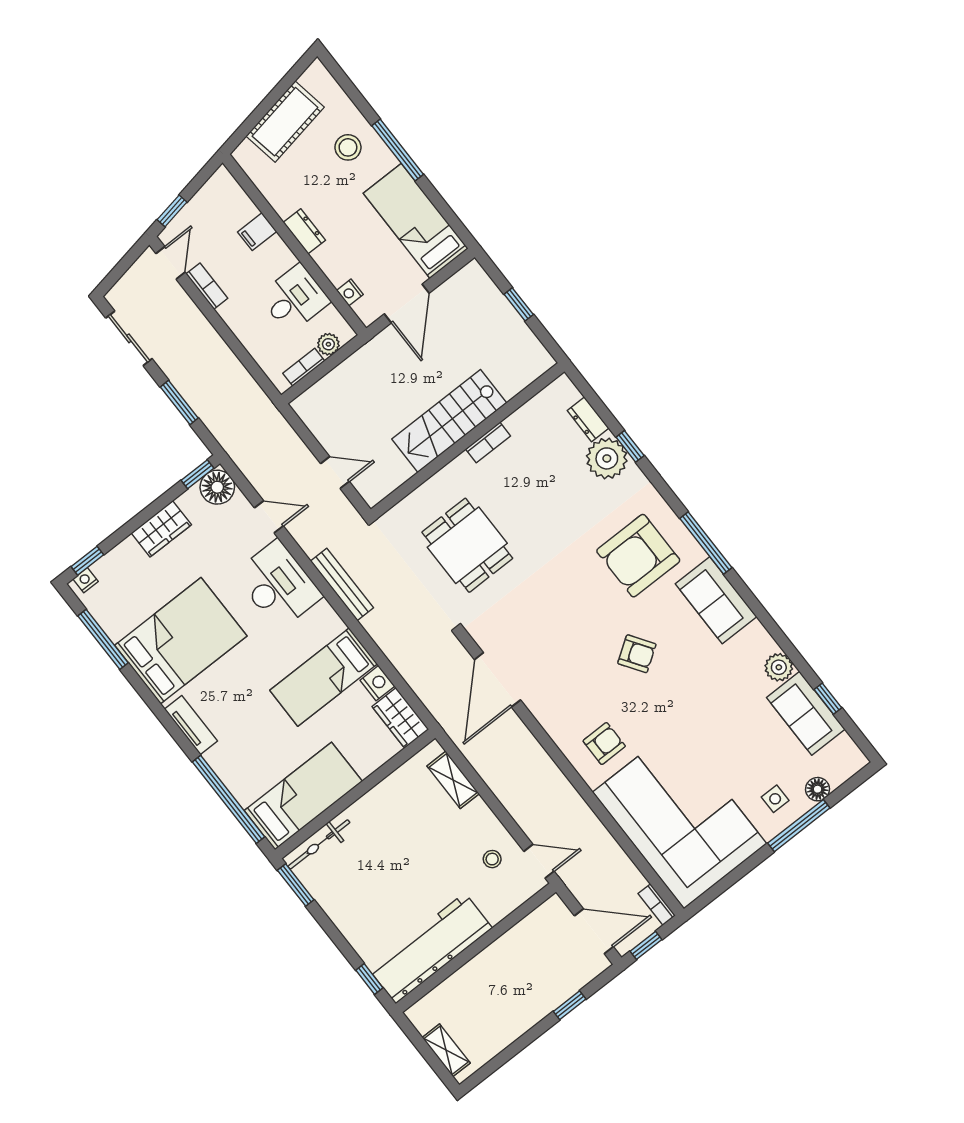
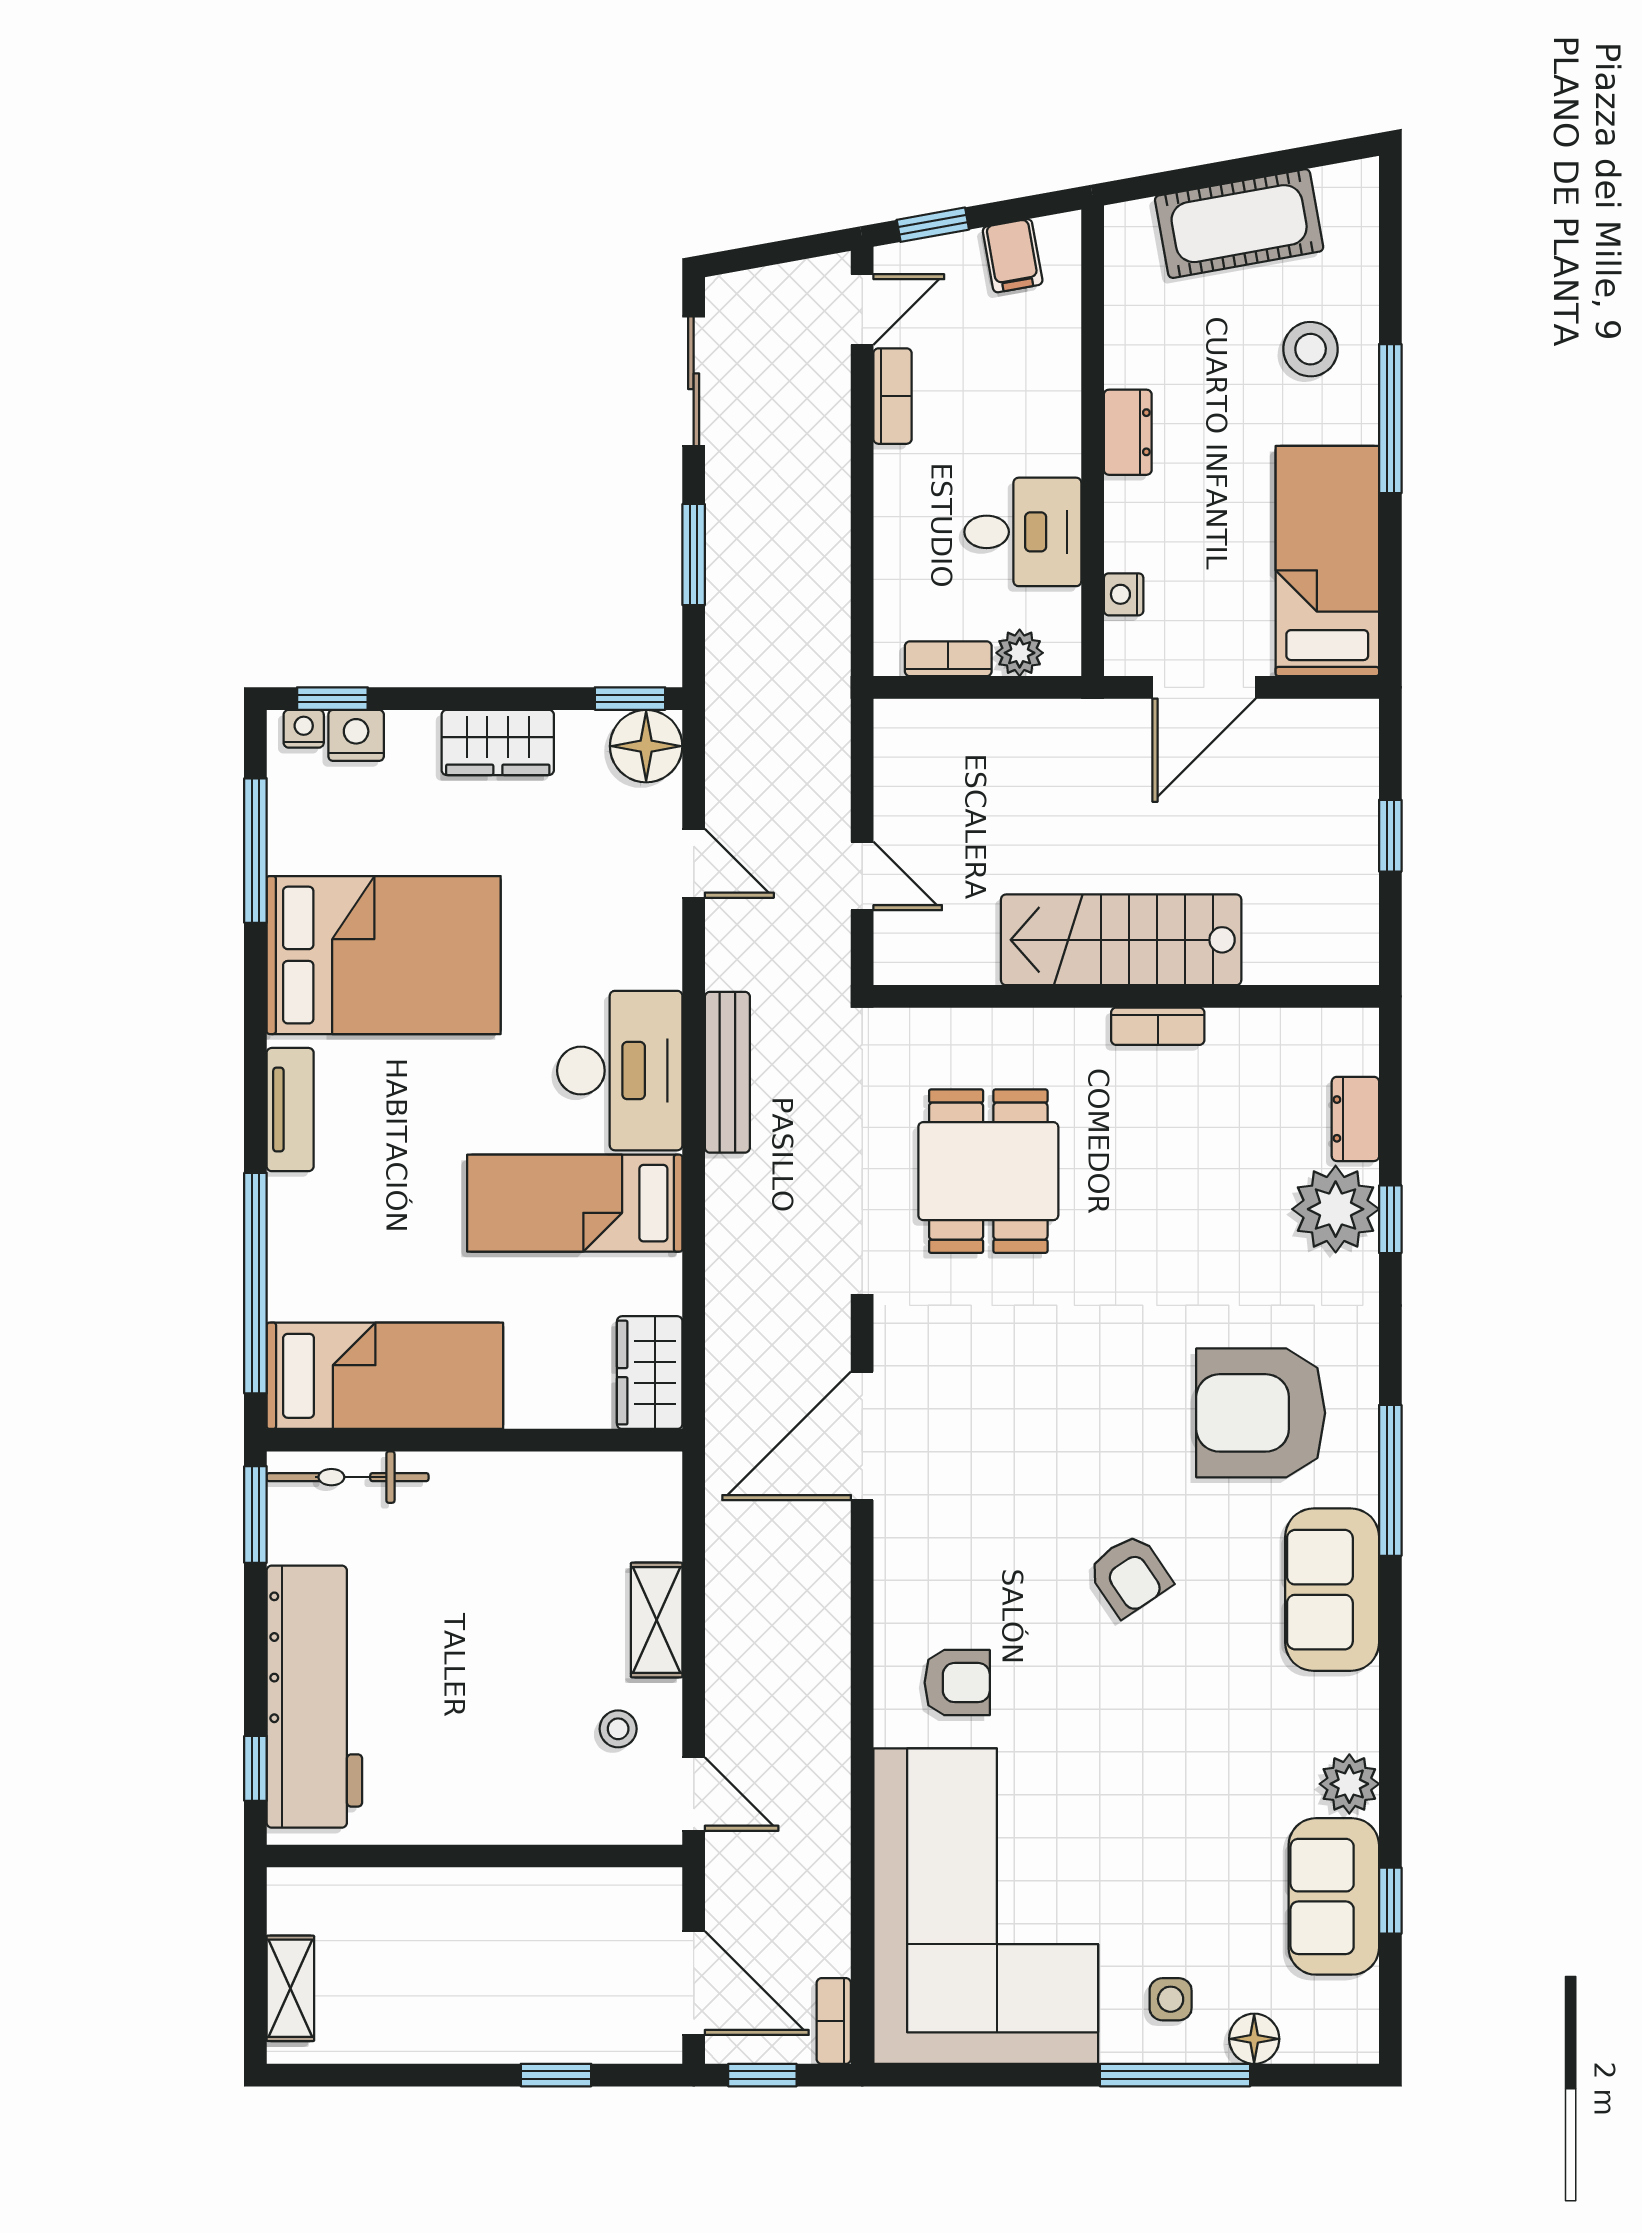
filing cabinet: (257, 232) -> (1013, 256), moved, turned -100
desk: (278, 585) -> (620, 1071), moved
nightstand: (377, 683) -> (356, 735), moved, turned -90
shelving: (453, 780) -> (657, 1620), moved
workbench: (430, 948) -> (314, 1697), moved, turned 90

